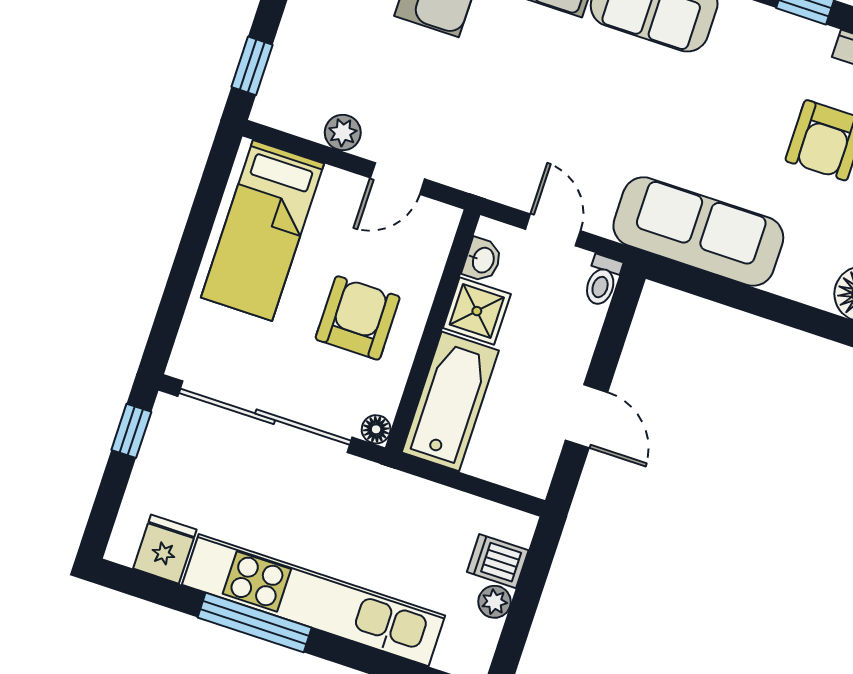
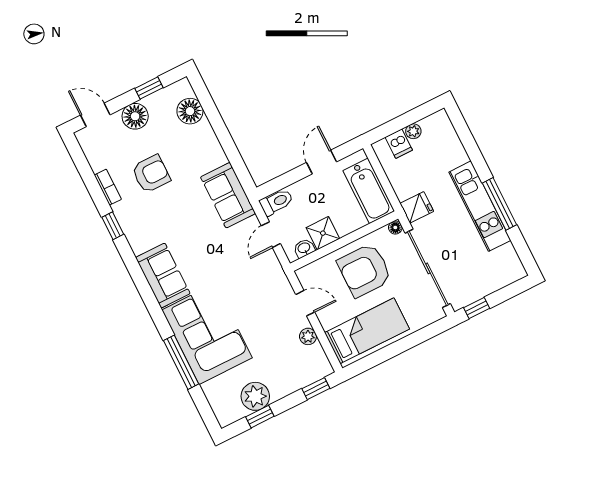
sofa: (698, 232) -> (228, 195), width x0.73
toilet: (602, 281) -> (276, 202), width x1.37, depth x1.39
armchair: (358, 318) -> (365, 270), width x1.36, depth x1.36
bathtub: (450, 401) -> (369, 191), moved, turned -90
fridge: (165, 549) -> (417, 207), moved, turned 180
kitchen unit: (314, 600) -> (480, 206), width x0.73

